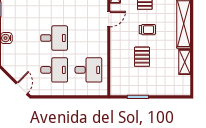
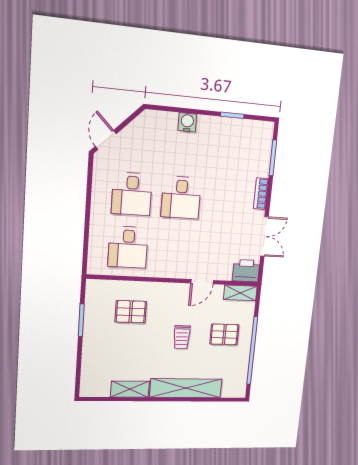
door: (109, 19) -> (202, 282), hinge flipped
pallet: (142, 57) -> (131, 312), moved
door: (22, 88) -> (106, 140), swing flipped

